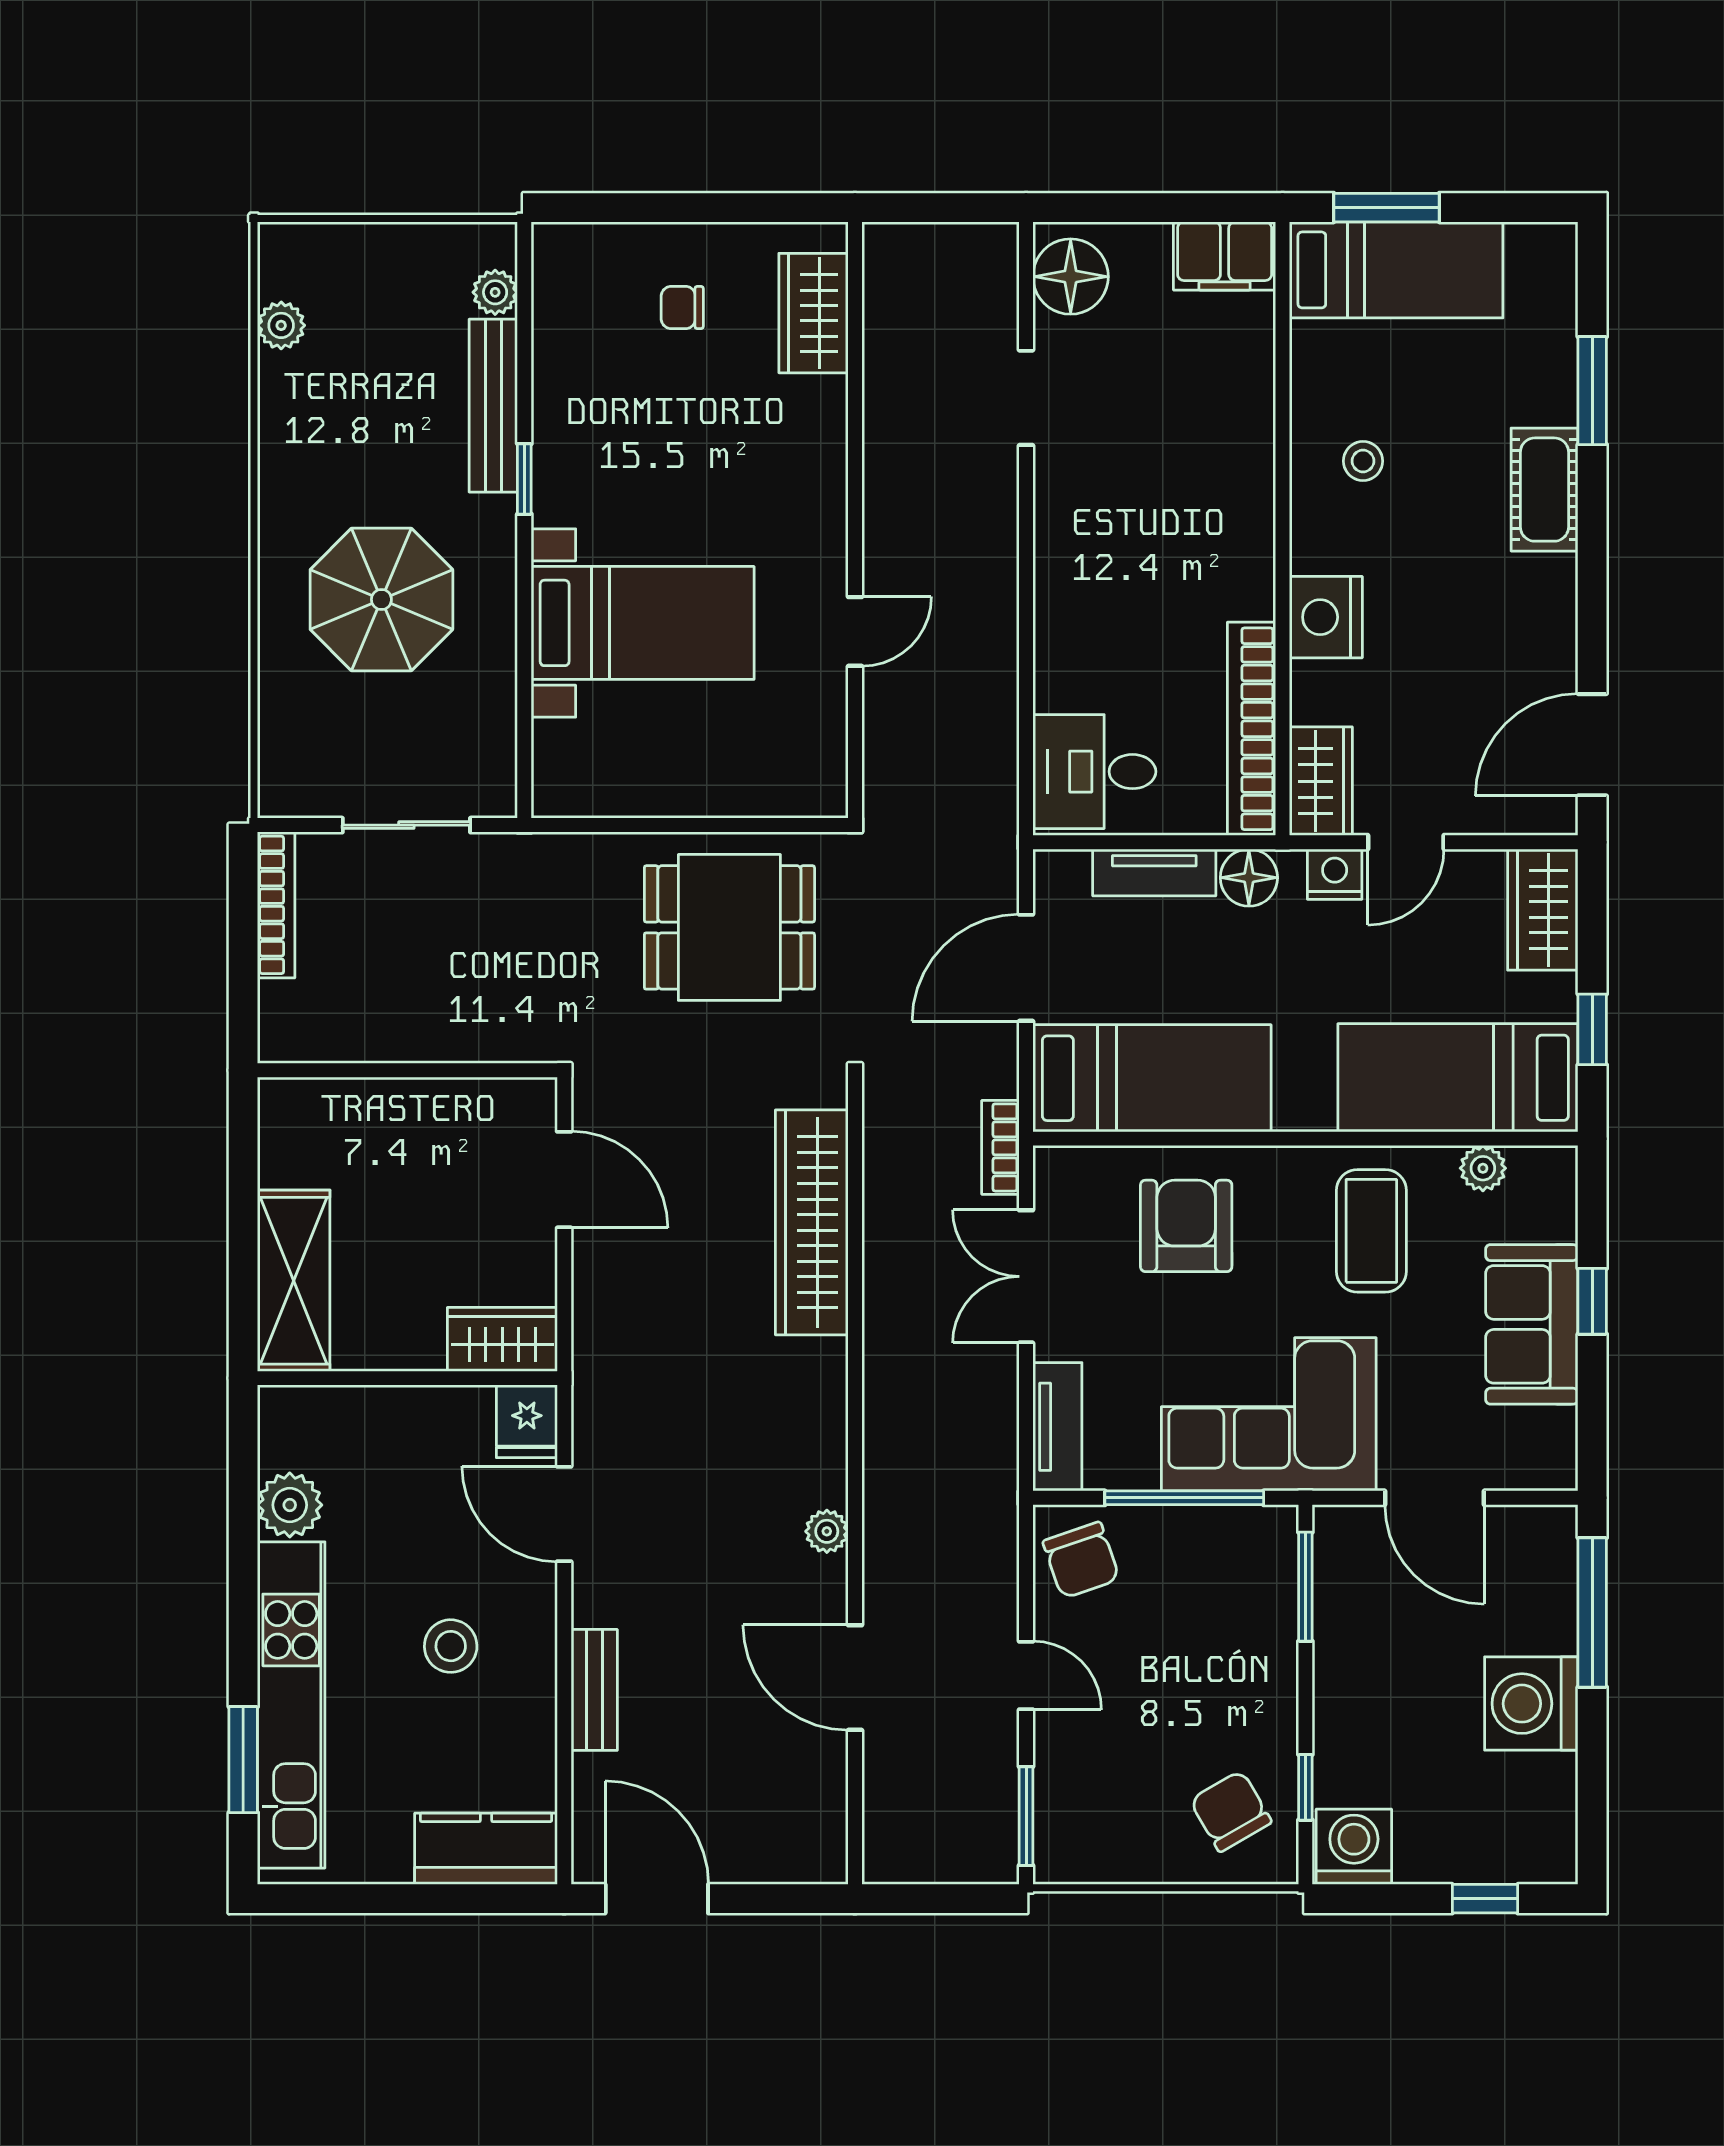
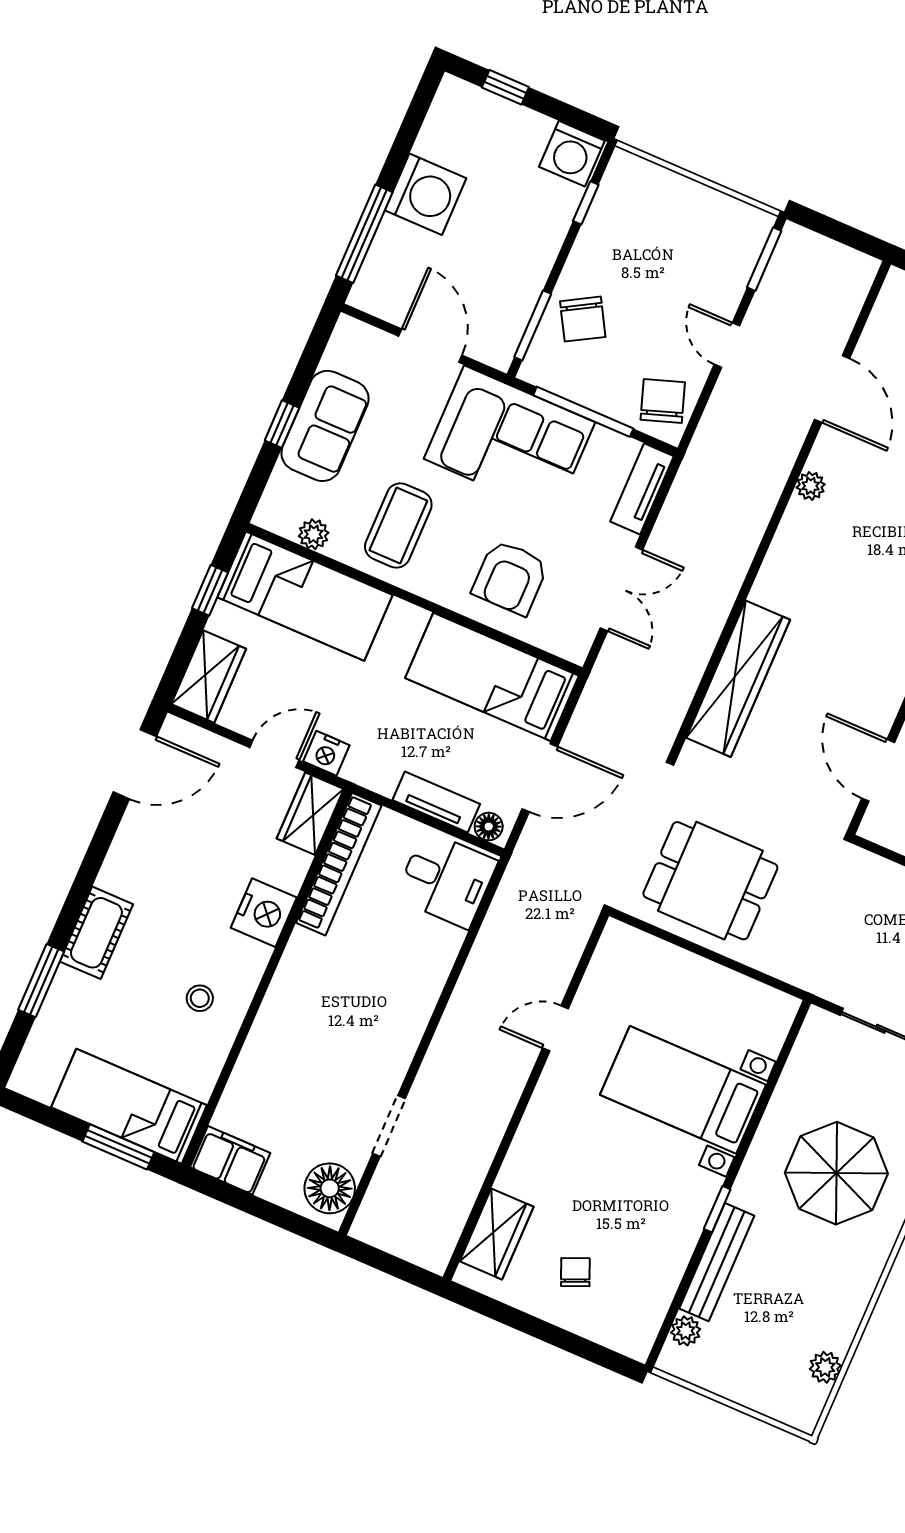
chair: (682, 307) -> (575, 1272), turned -113
floor lamp: (1249, 878) -> (489, 827), moved, width x0.73, depth x0.73
bookcase: (1000, 1147) -> (603, 675), removed
chair: (1231, 1811) -> (583, 319), moved

